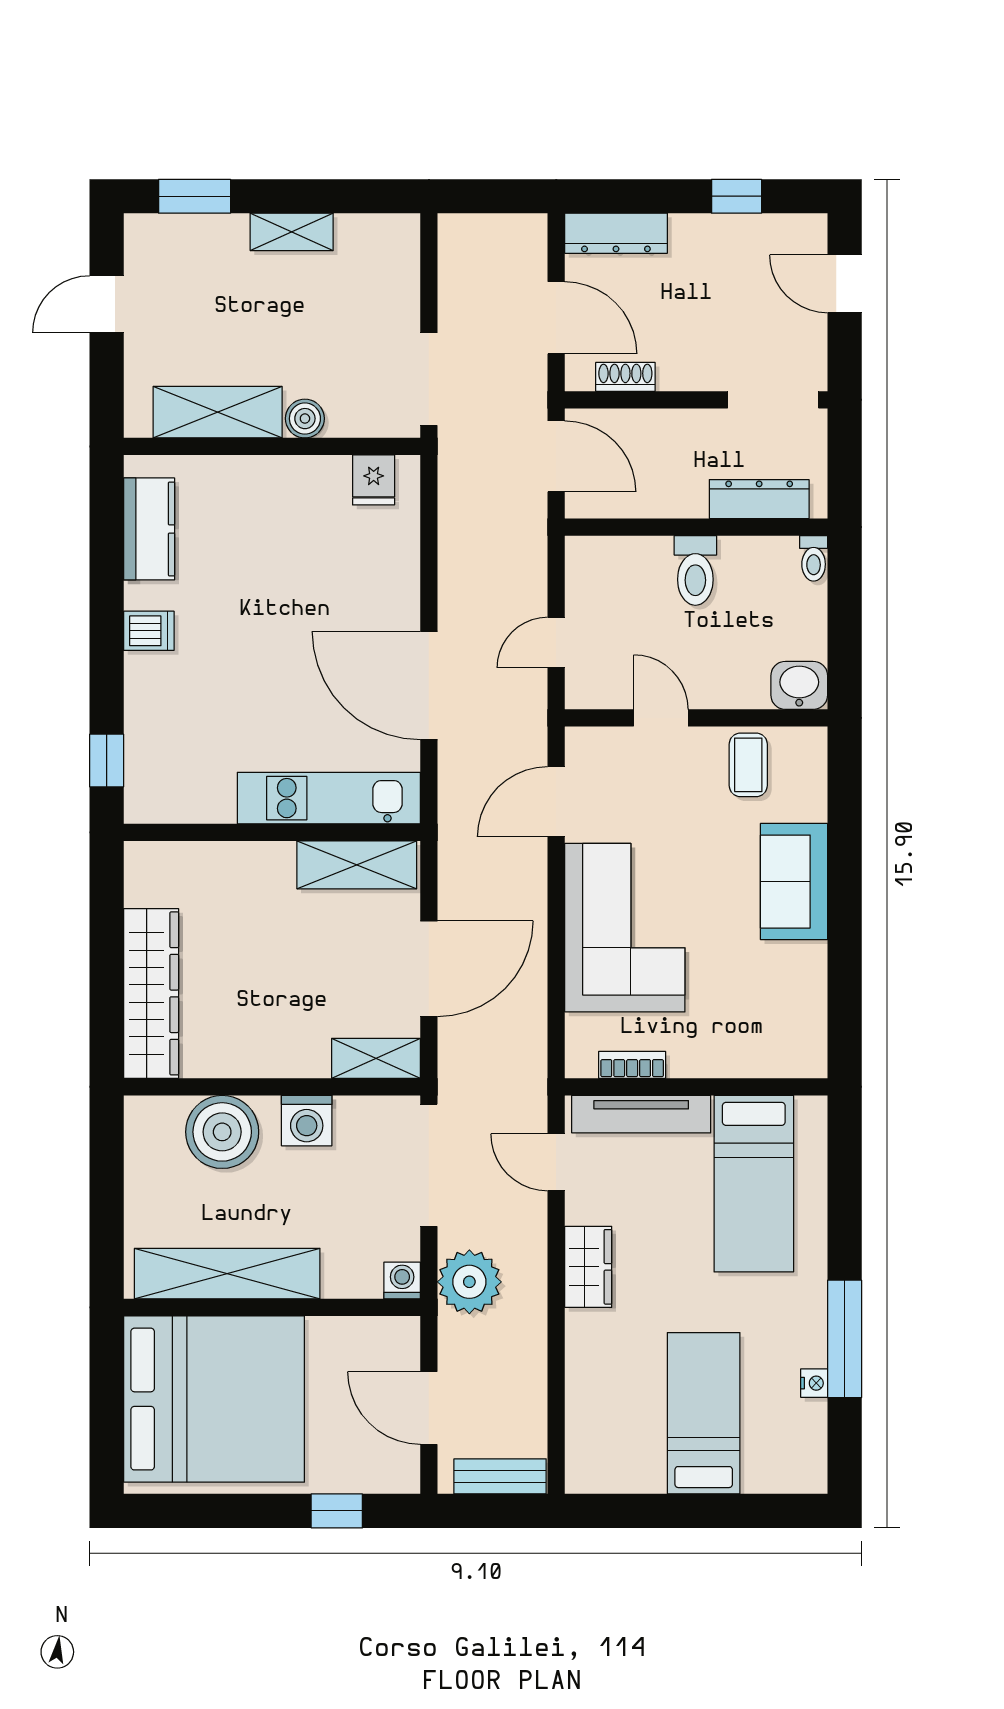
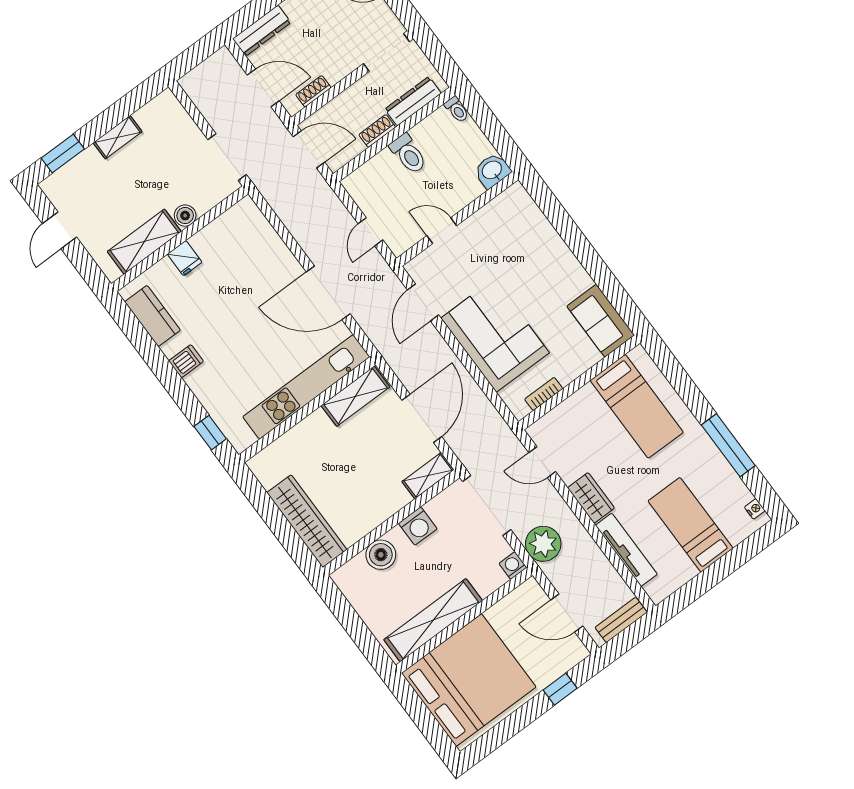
fridge: (374, 480) -> (185, 258), moved
shoe rack: (675, 504) -> (377, 131), added
coffee table: (748, 765) -> (496, 223), removed
kitchen unit: (329, 798) -> (306, 387), width x1.36
sofa: (794, 882) -> (601, 321), moved
tv unit: (641, 1114) -> (626, 550), moved, turned -90
boiler: (222, 1132) -> (381, 555), width x0.73, depth x0.73
nightstand: (814, 1383) -> (755, 509), moved

